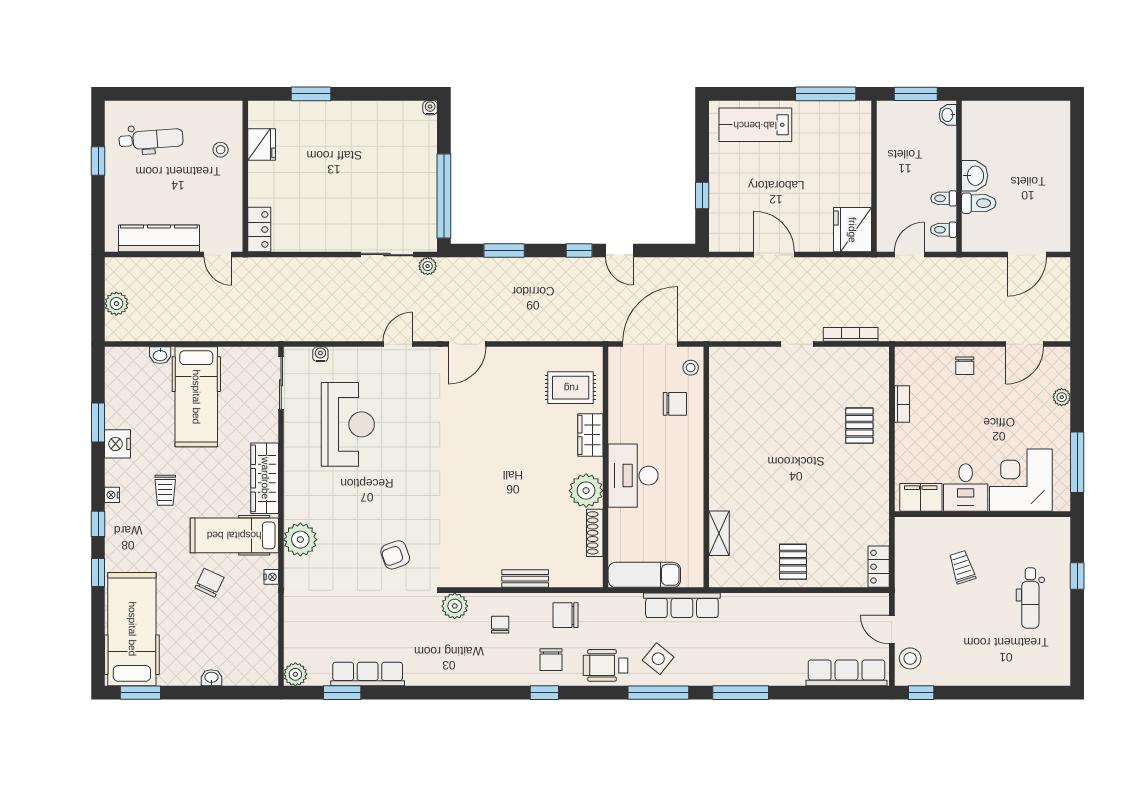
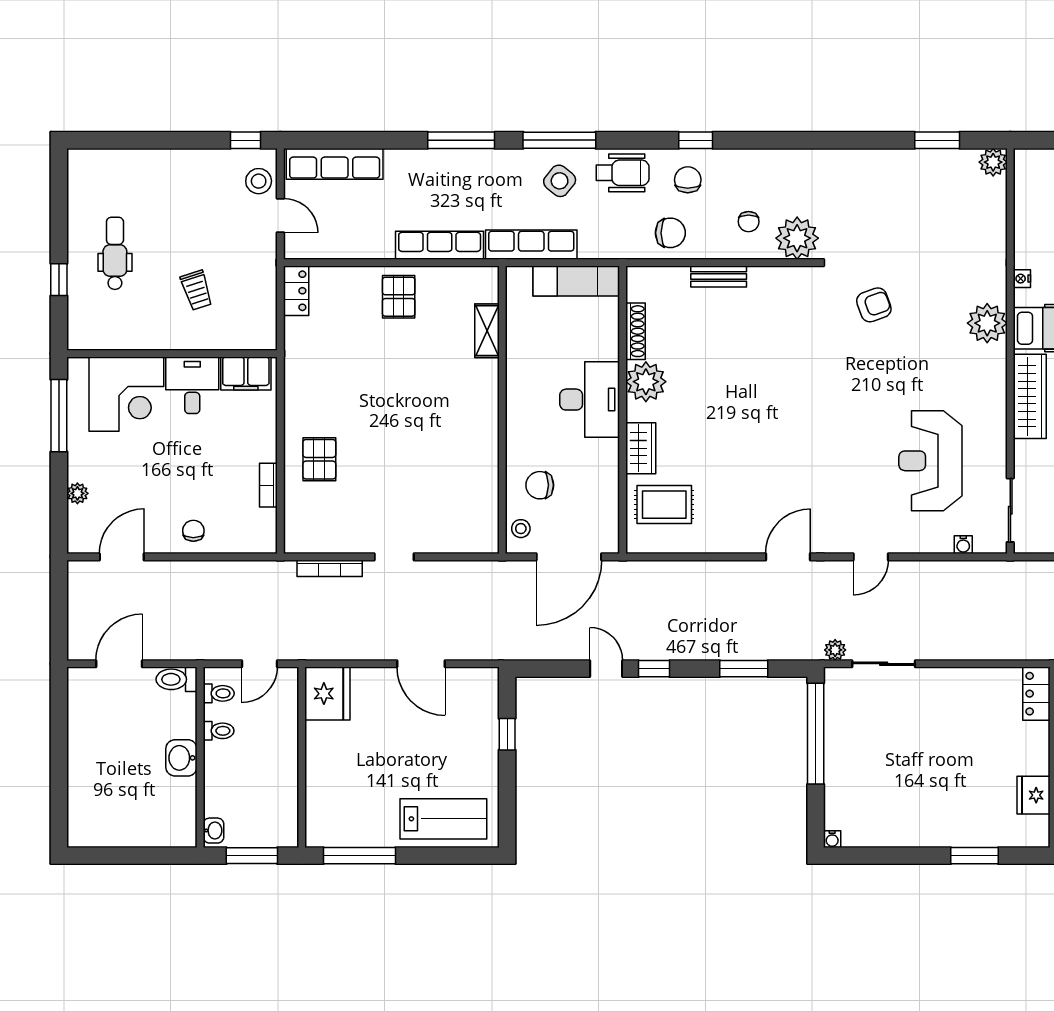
toilet: (979, 203) -> (177, 679), moved
plant: (455, 606) -> (797, 238), width x1.36, depth x1.36
row of seats: (368, 674) -> (440, 245), moved, turned 180

